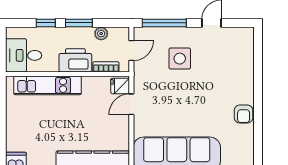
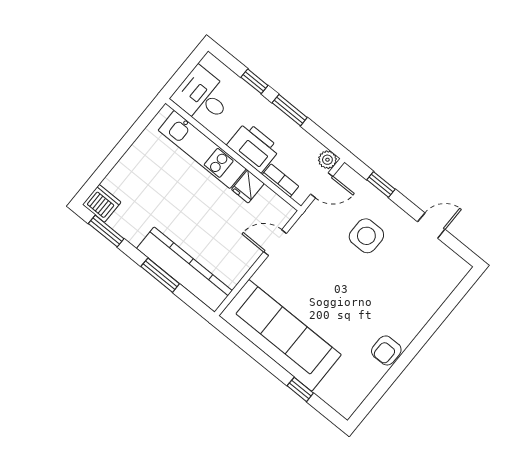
window: (164, 23) -> (381, 185), width x0.46
plant: (101, 34) -> (327, 160), moved
fridge: (120, 86) -> (248, 186), moved, turned -90

